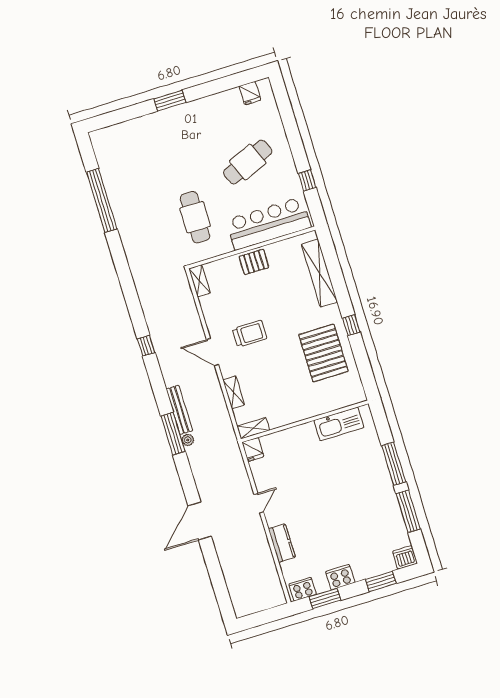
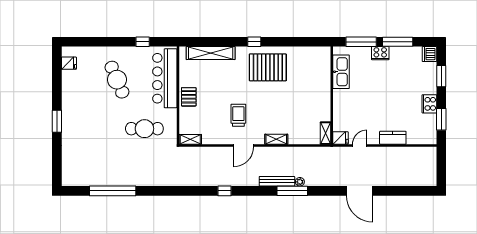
wall: (305, 421) -> (332, 95), moved
kitchen sink: (339, 424) -> (341, 72), moved
shelving: (253, 428) -> (326, 133), moved
fridge: (253, 449) -> (340, 138), moved
door: (259, 503) -> (360, 145), hinge flipped
cooker: (303, 589) -> (380, 53), moved, turned -90

